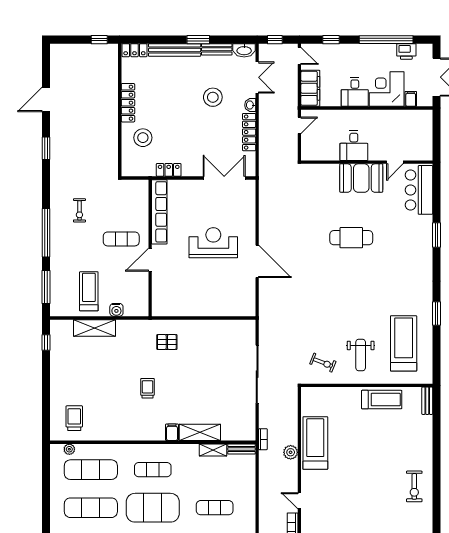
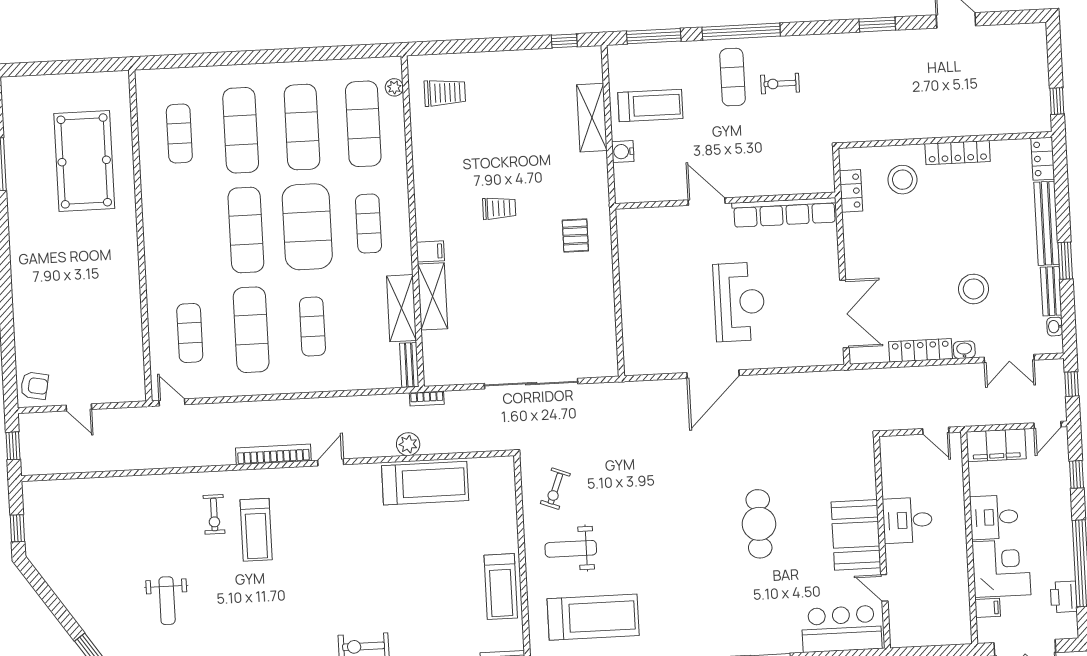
washbasin: (244, 50) -> (1055, 327), width x0.52, depth x0.69
locker: (169, 170) -> (851, 191), moved
exercise mat: (121, 239) -> (733, 77), moved
shelving: (213, 450) -> (401, 308), width x1.50, depth x1.33

